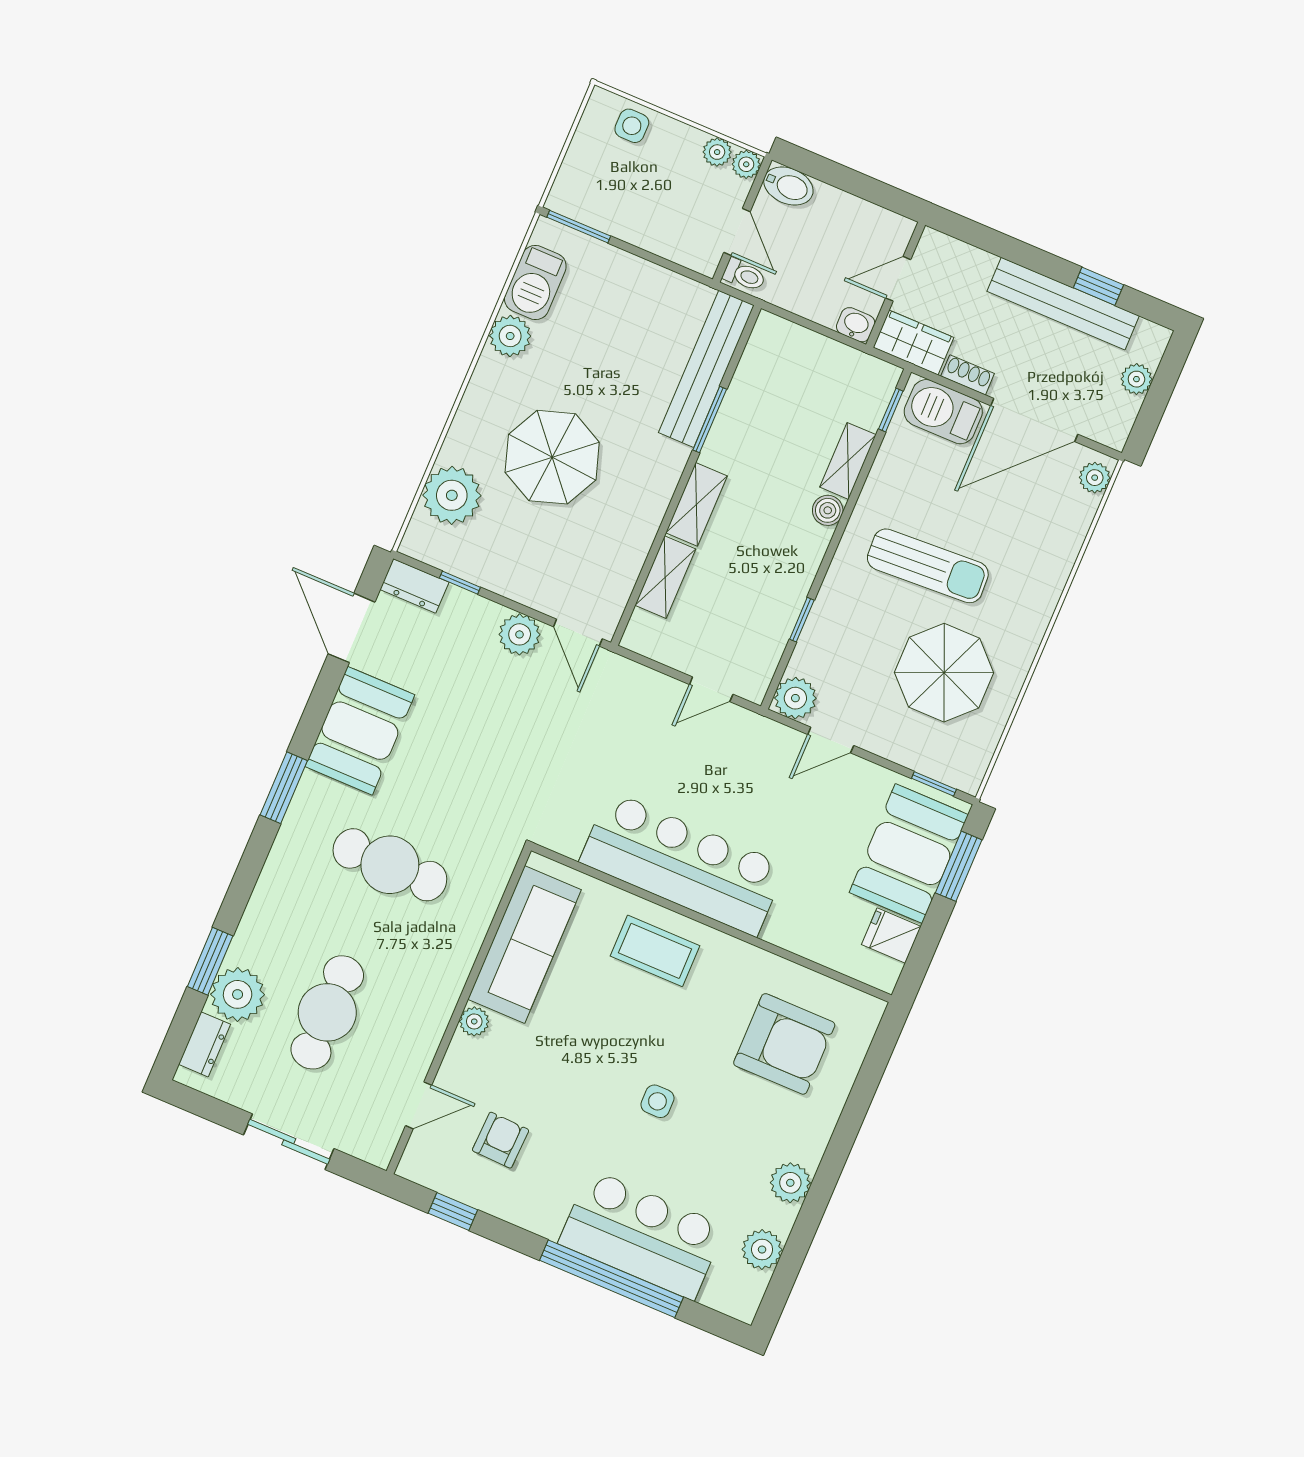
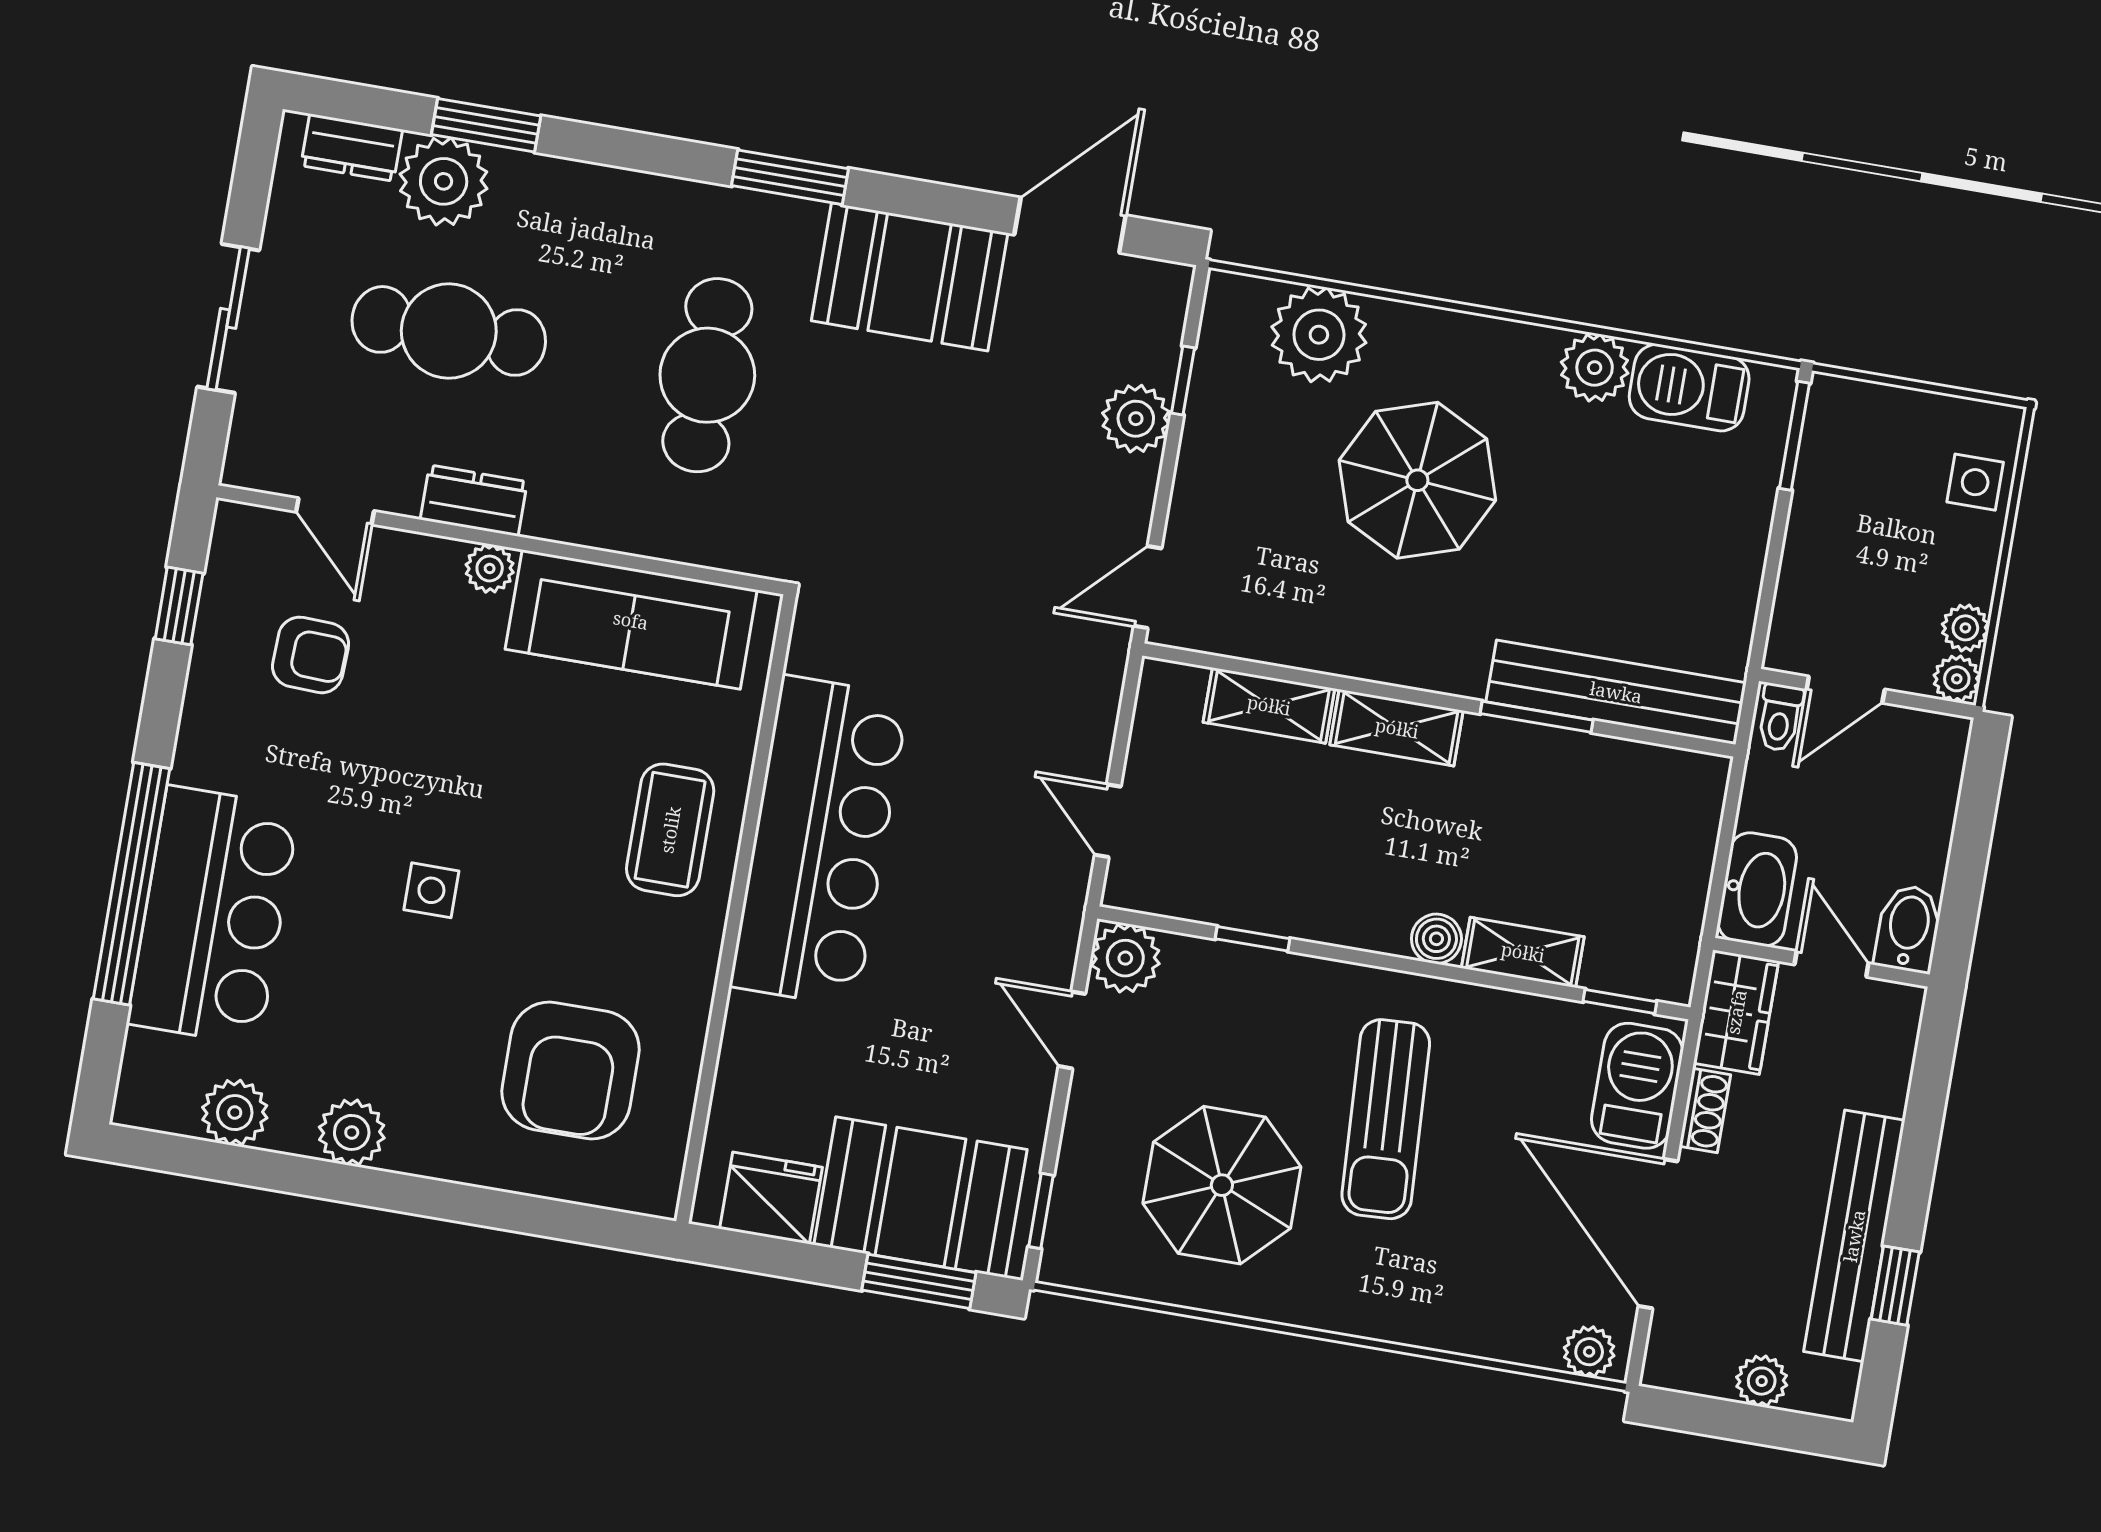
bidet: (788, 186) -> (1908, 928), moved, turned 180
washbasin: (856, 325) -> (1757, 889), width x1.91, depth x1.45
dresser: (414, 586) -> (474, 501), moved, turned 90
plant: (520, 634) -> (1136, 419), moved
fridge: (891, 935) -> (771, 1198), width x1.38

